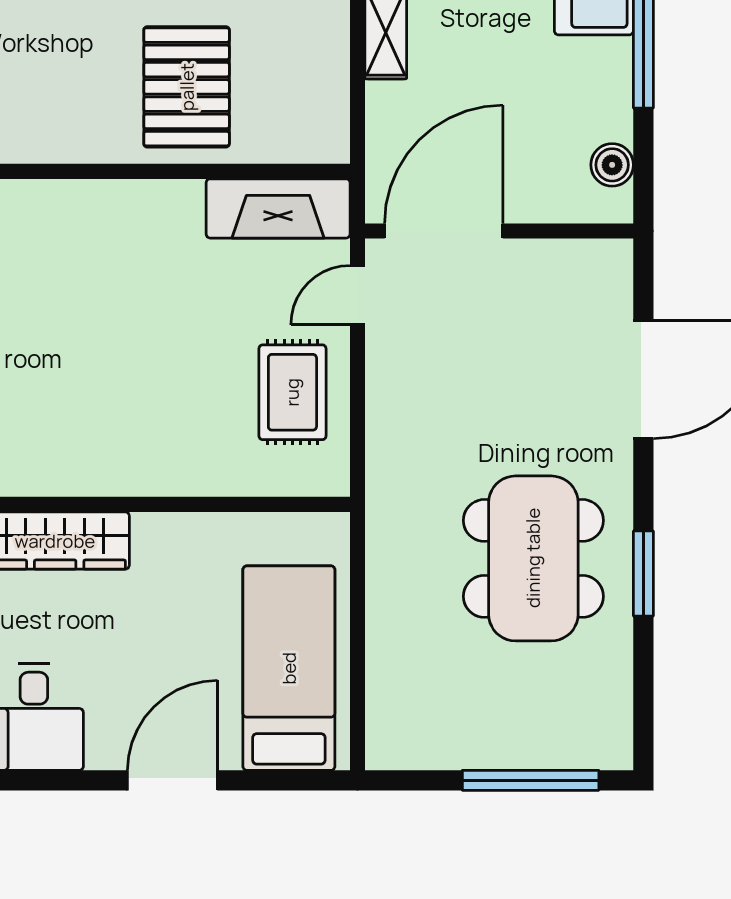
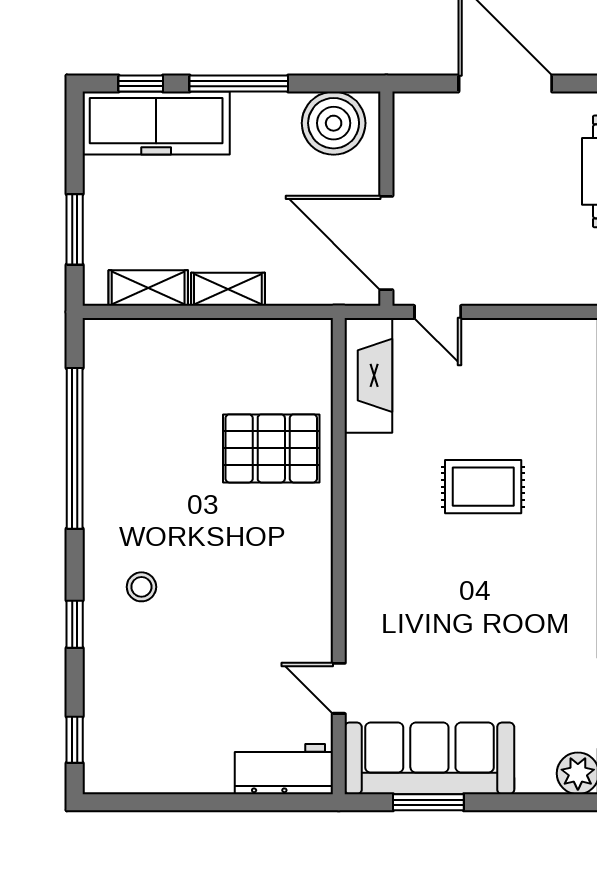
boiler: (612, 165) -> (334, 123), width x1.86, depth x1.86
rug: (292, 392) -> (483, 487), moved

